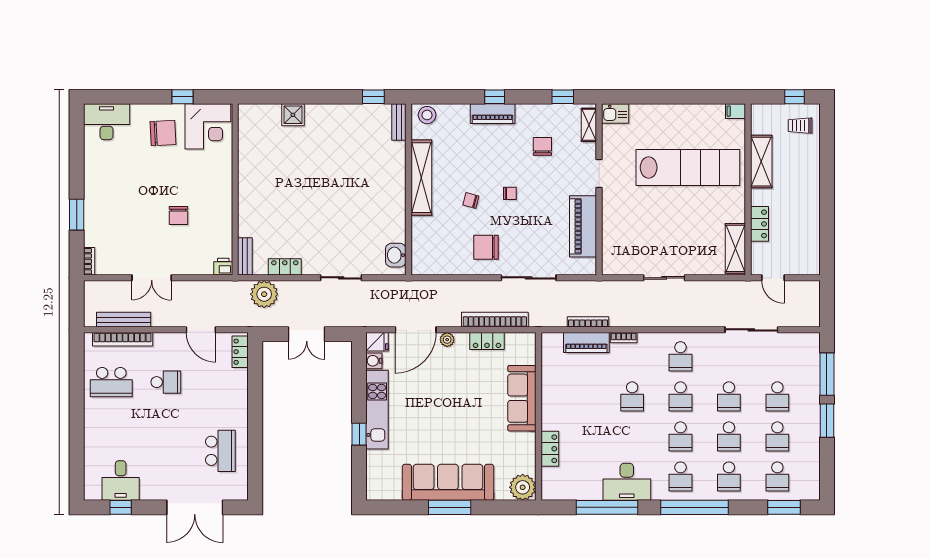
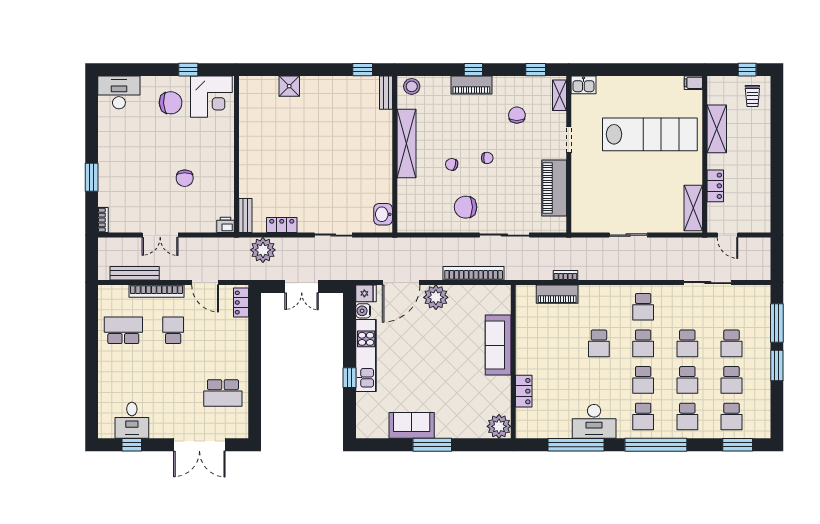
trolley: (800, 126) -> (752, 96), turned -90
bookcase: (588, 322) -> (565, 275), width x0.64
bookcase: (624, 338) -> (591, 290), removed
bookcase: (123, 339) -> (156, 291), moved
plant: (447, 340) -> (436, 297), width x1.87, depth x1.87
locker: (487, 341) -> (466, 293), removed
school desk: (111, 382) -> (123, 330), turned 180
school desk: (166, 382) -> (173, 330), turned -90
school desk: (220, 451) -> (223, 393), turned 90
sofa: (448, 482) -> (412, 425), width x0.54, depth x0.79

